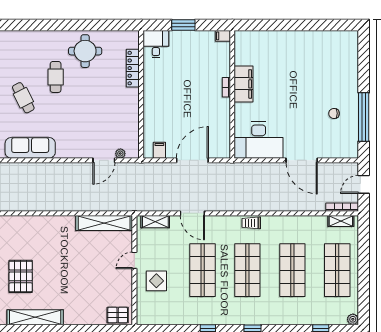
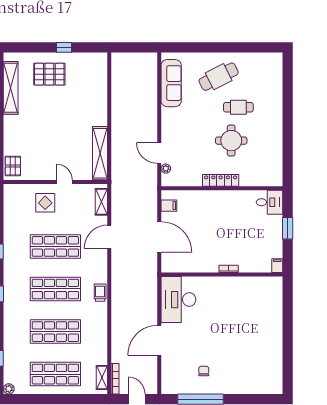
round table: (85, 51) -> (231, 141), moved
locker: (133, 68) -> (221, 180), moved
filing cabinet: (244, 84) -> (232, 285), removed
cafe table: (23, 98) -> (219, 77), width x1.37, depth x1.35

